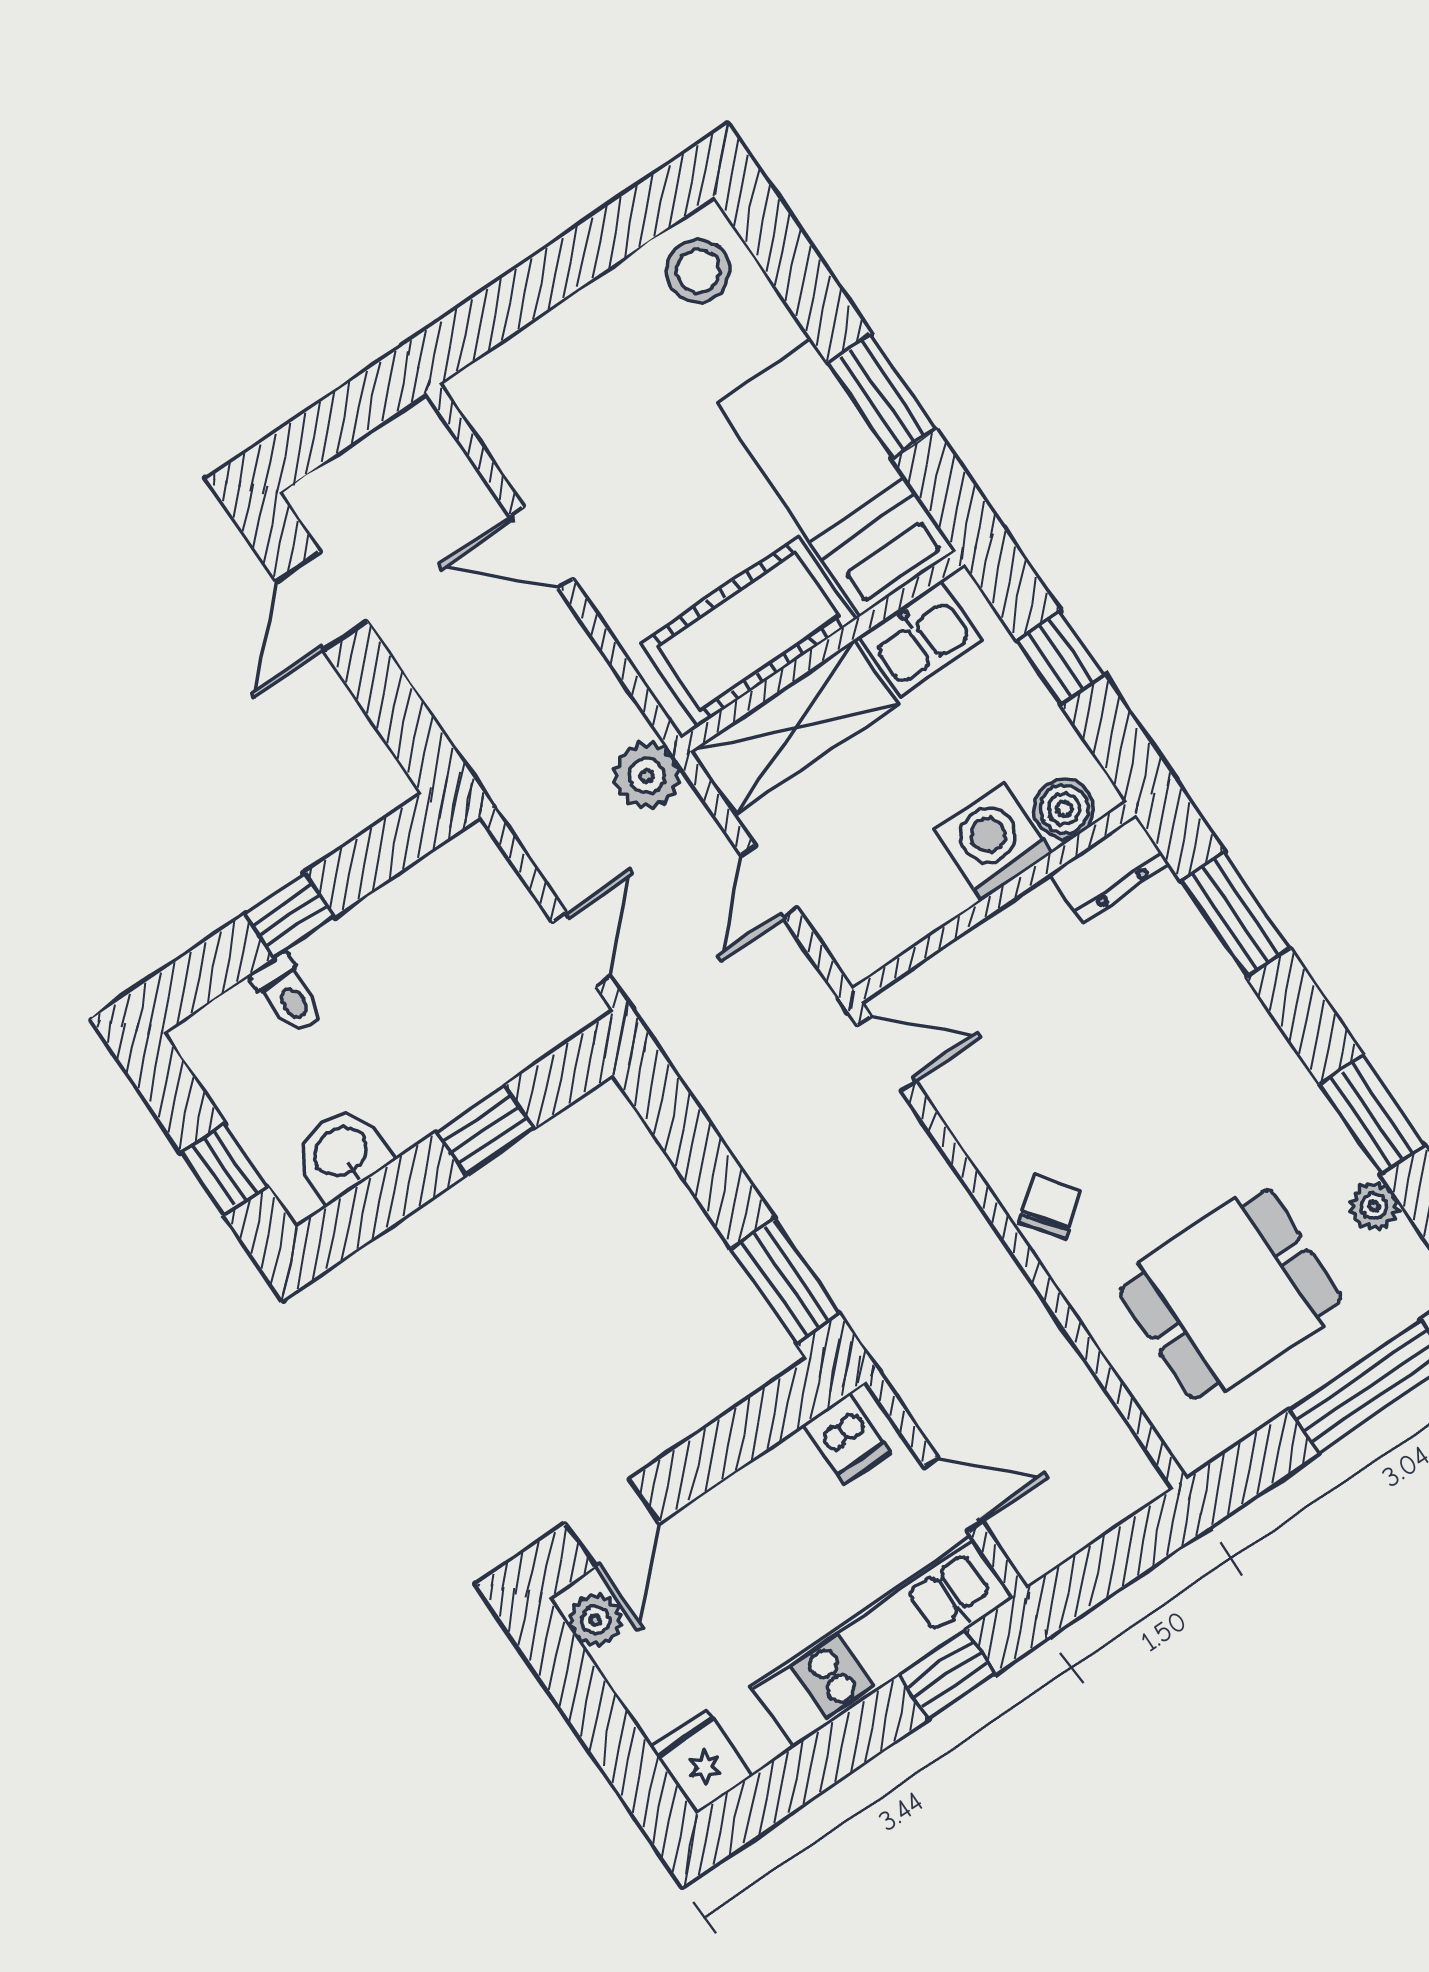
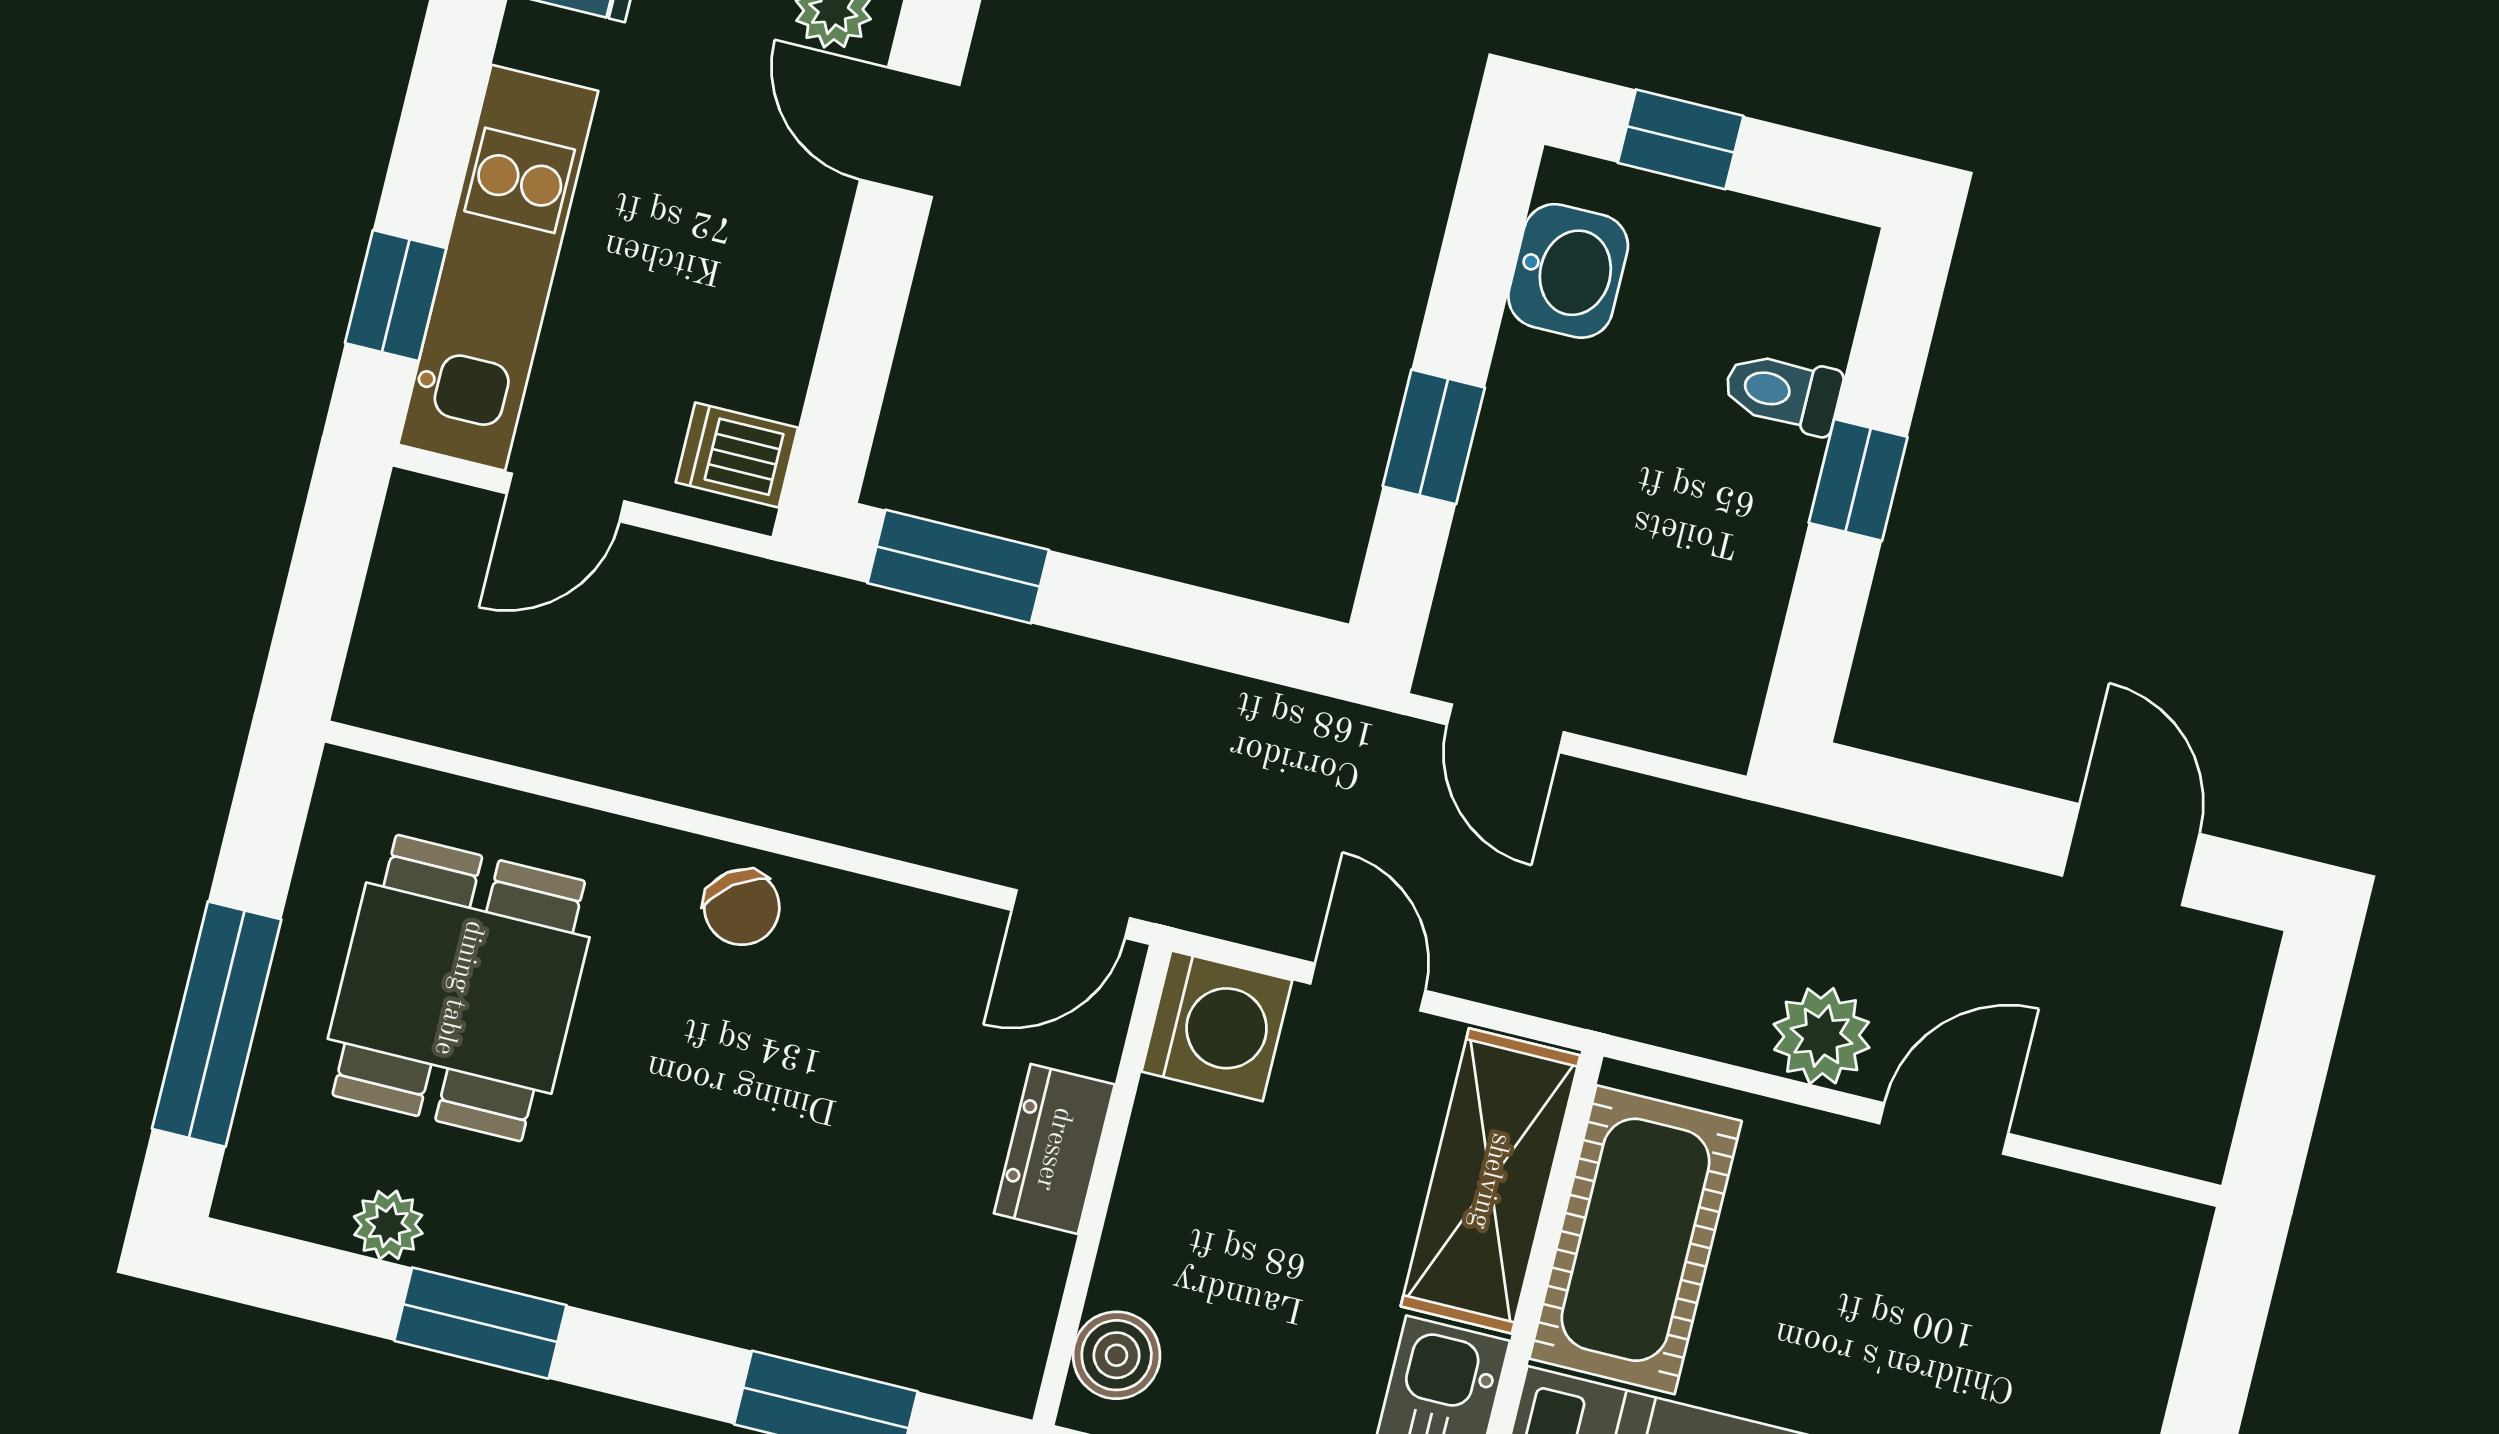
plant: (647, 776) -> (1822, 1036), moved
washing machine: (993, 842) -> (1217, 1026), moved
dresser: (1109, 868) -> (1054, 1149), moved

